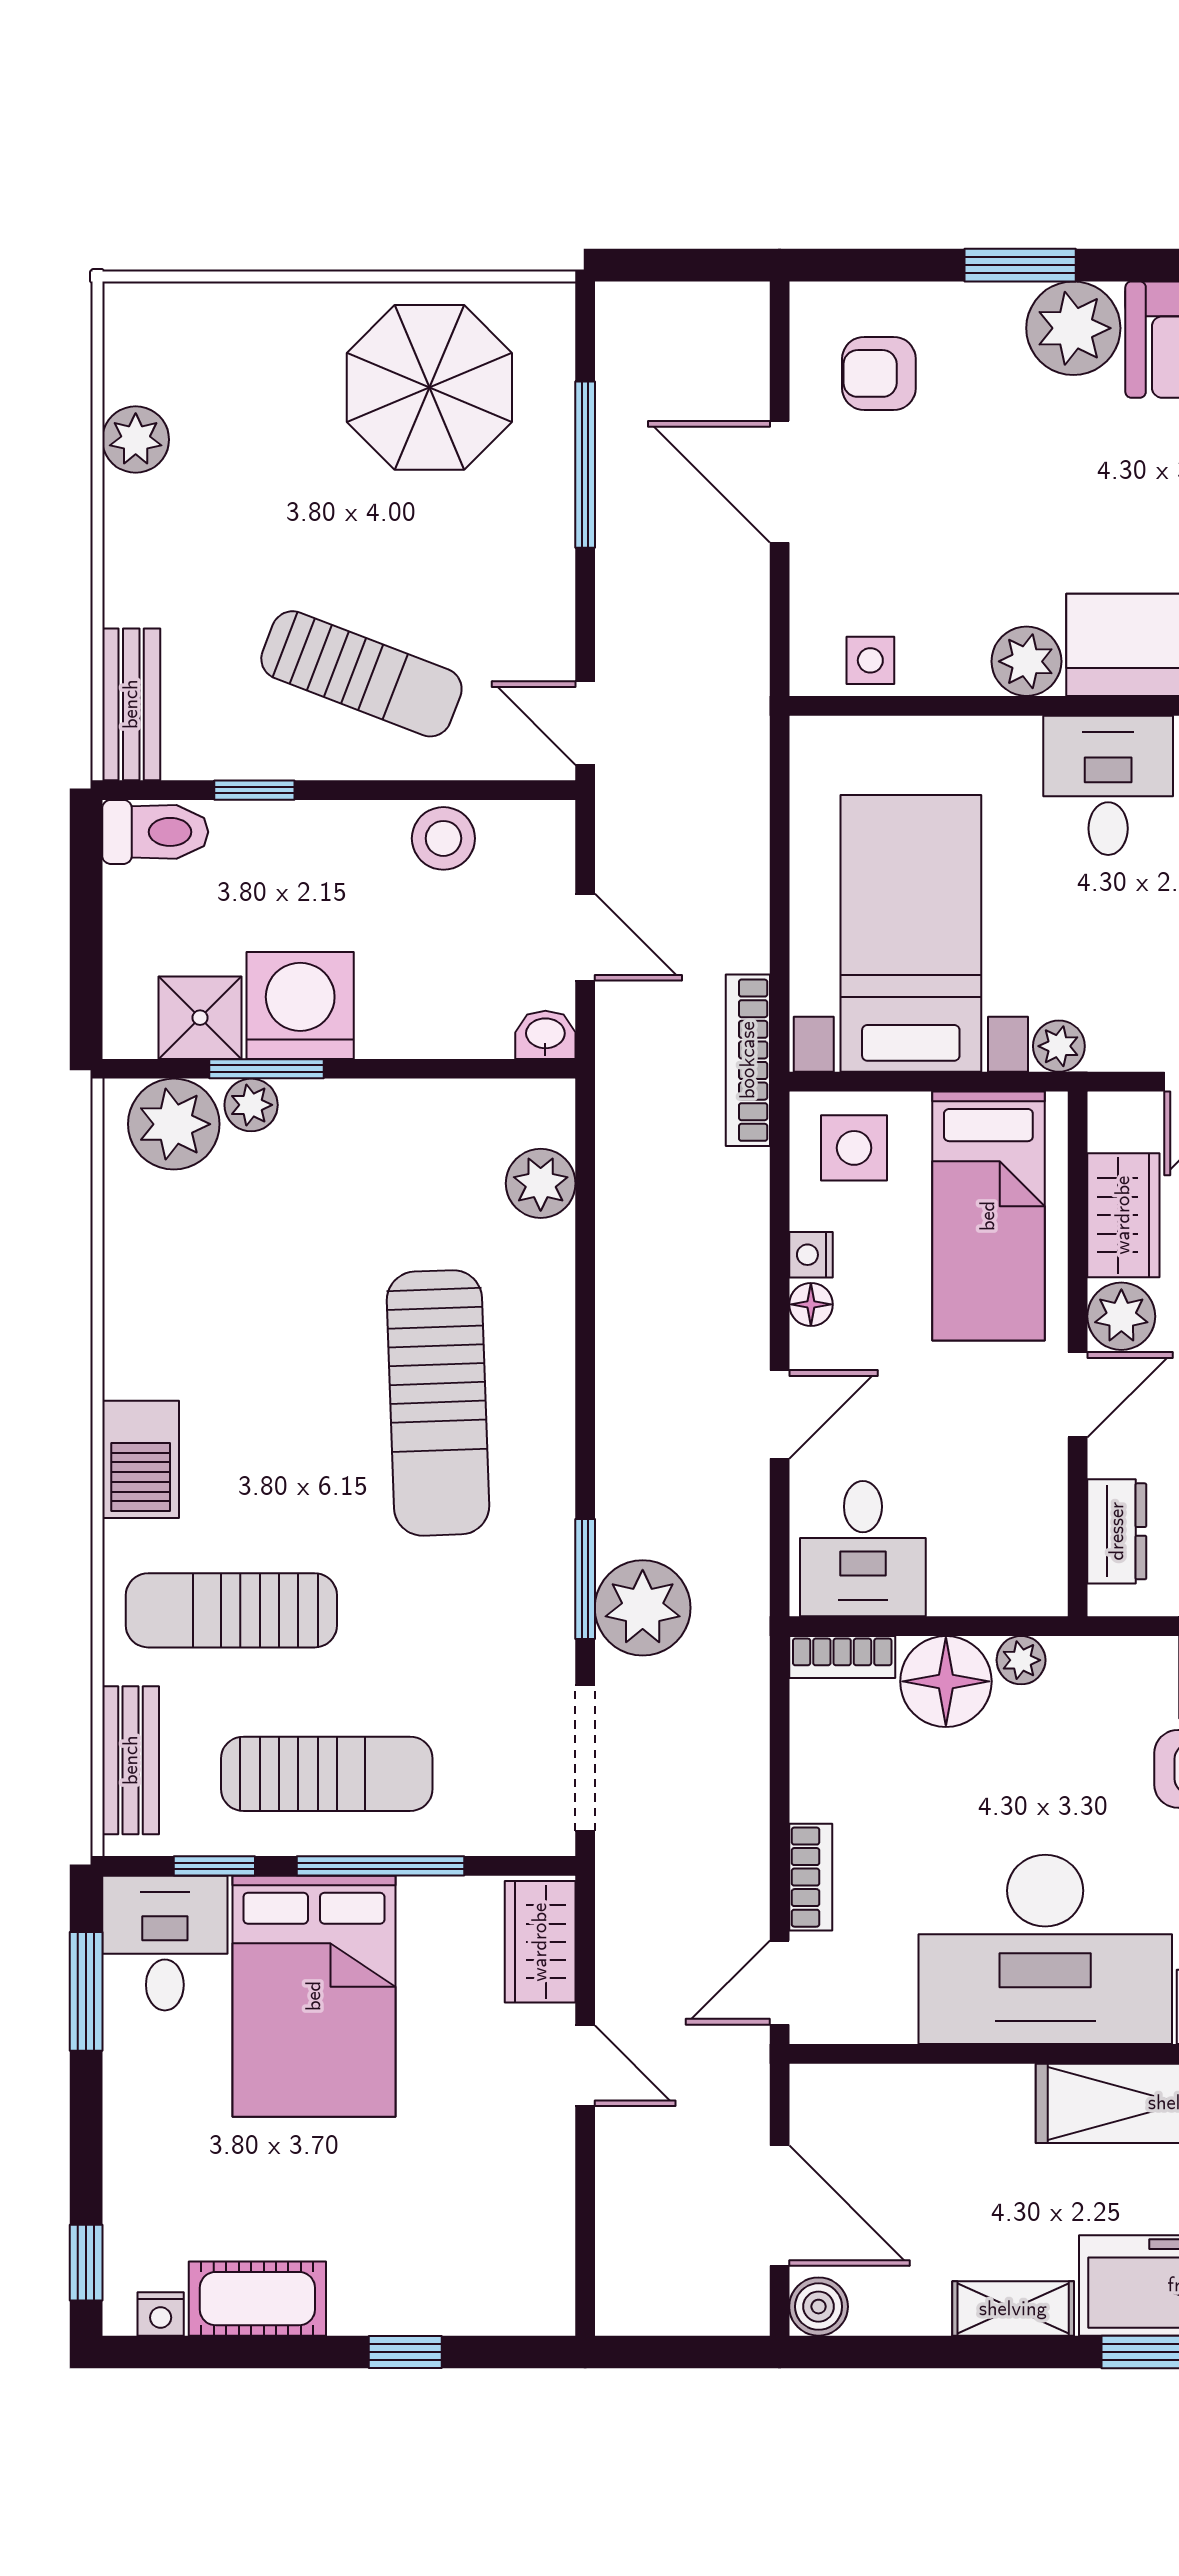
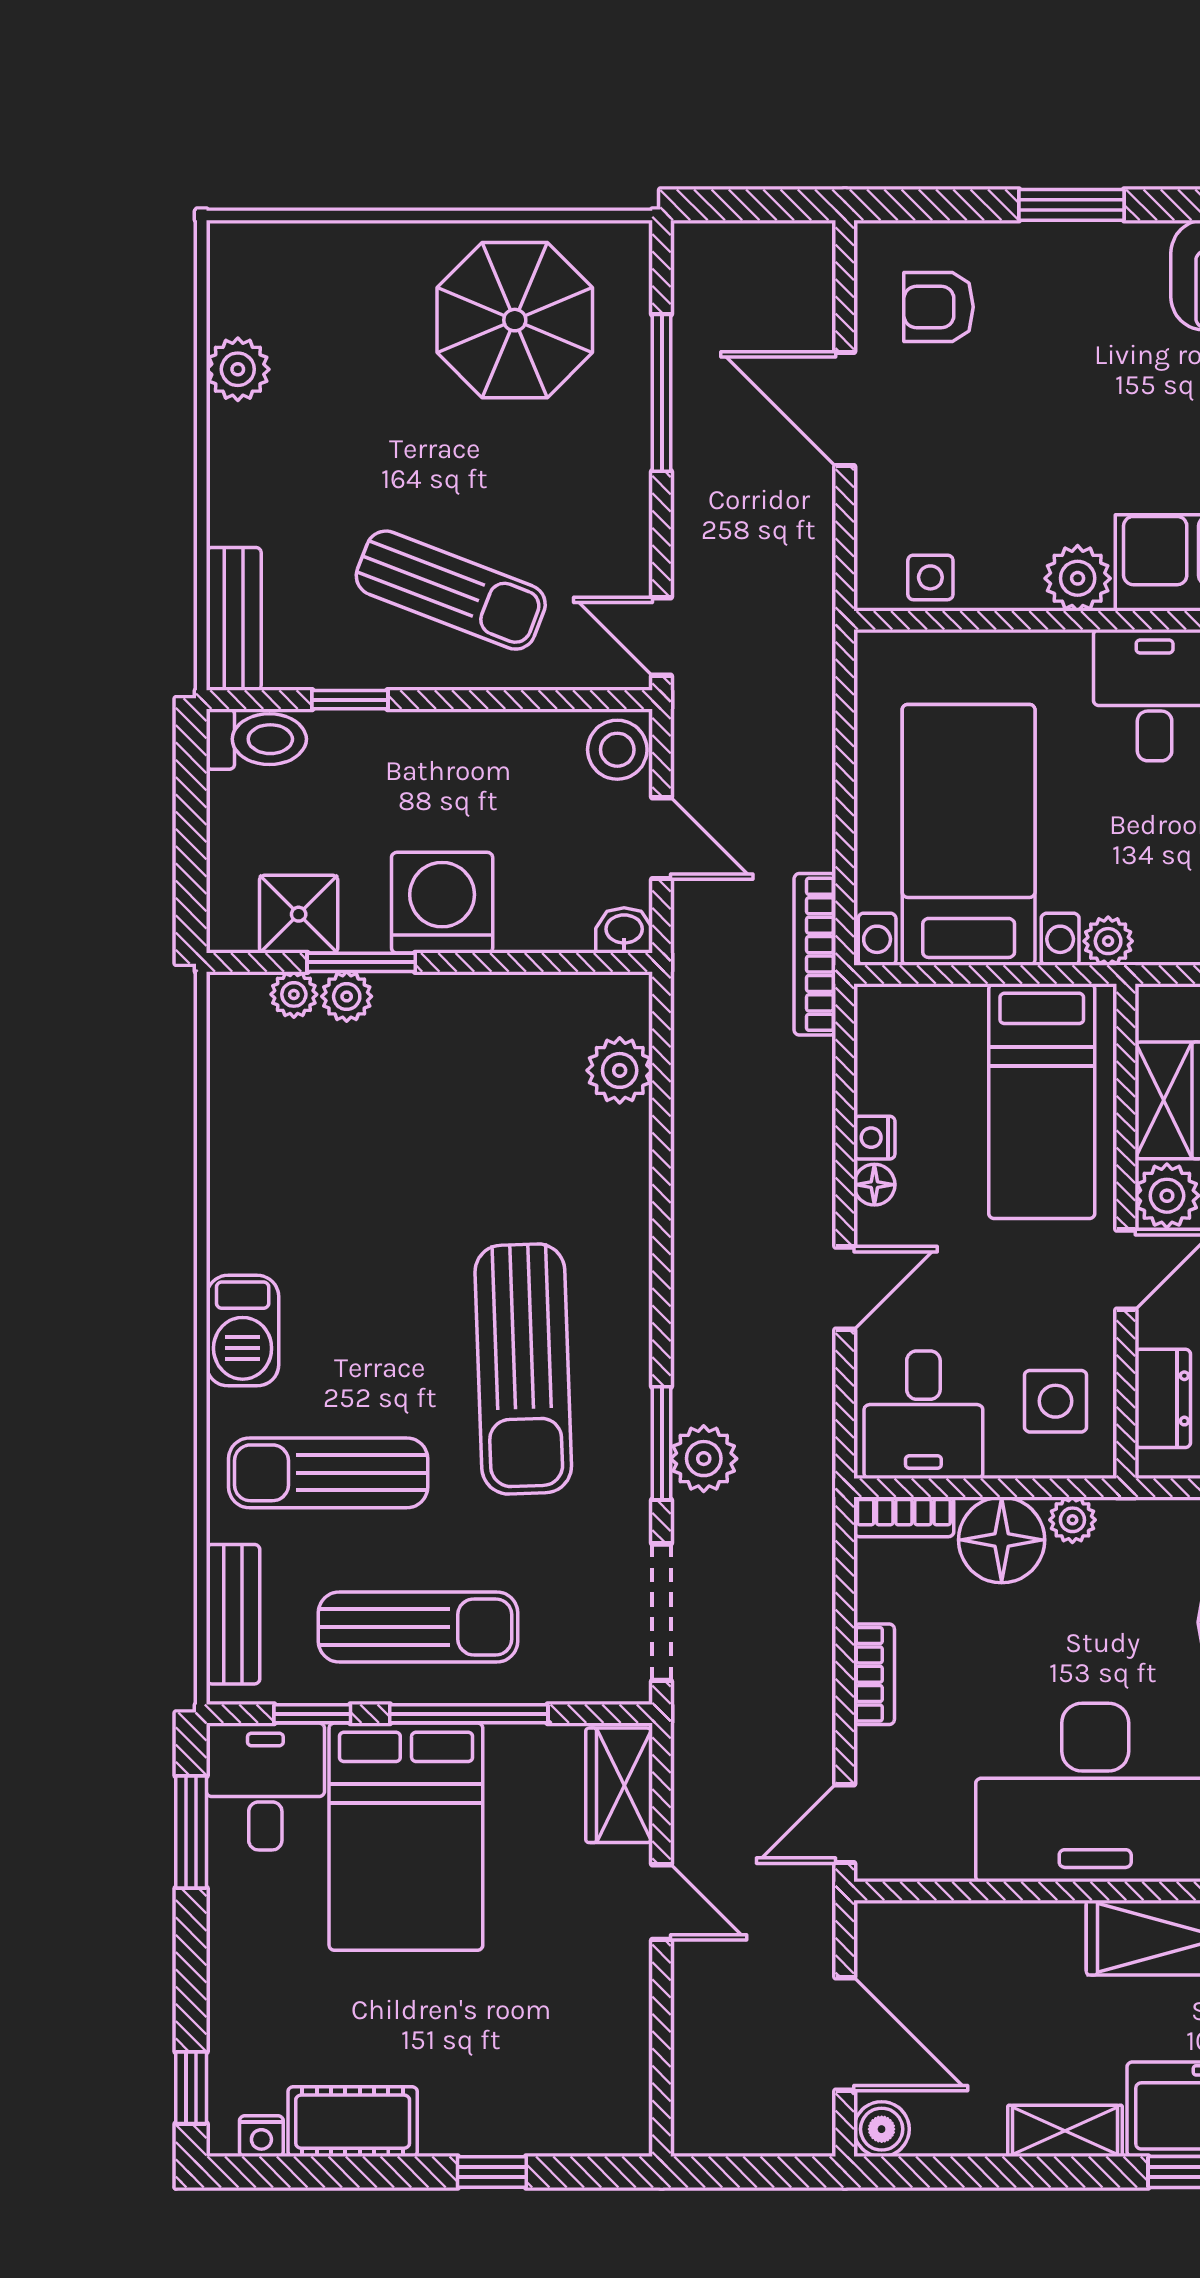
plant: (1073, 328) -> (1122, 264), removed
stool: (443, 838) -> (617, 750), moved
washing machine: (300, 1005) -> (442, 903), moved
plant: (174, 1124) -> (294, 994), width x0.53, depth x0.53
side table: (854, 1148) -> (1055, 1401), moved
sun lounger: (438, 1403) -> (523, 1369), moved
plant: (643, 1608) -> (704, 1459), width x0.73, depth x0.73
bookcase: (811, 1877) -> (874, 1674), moved

